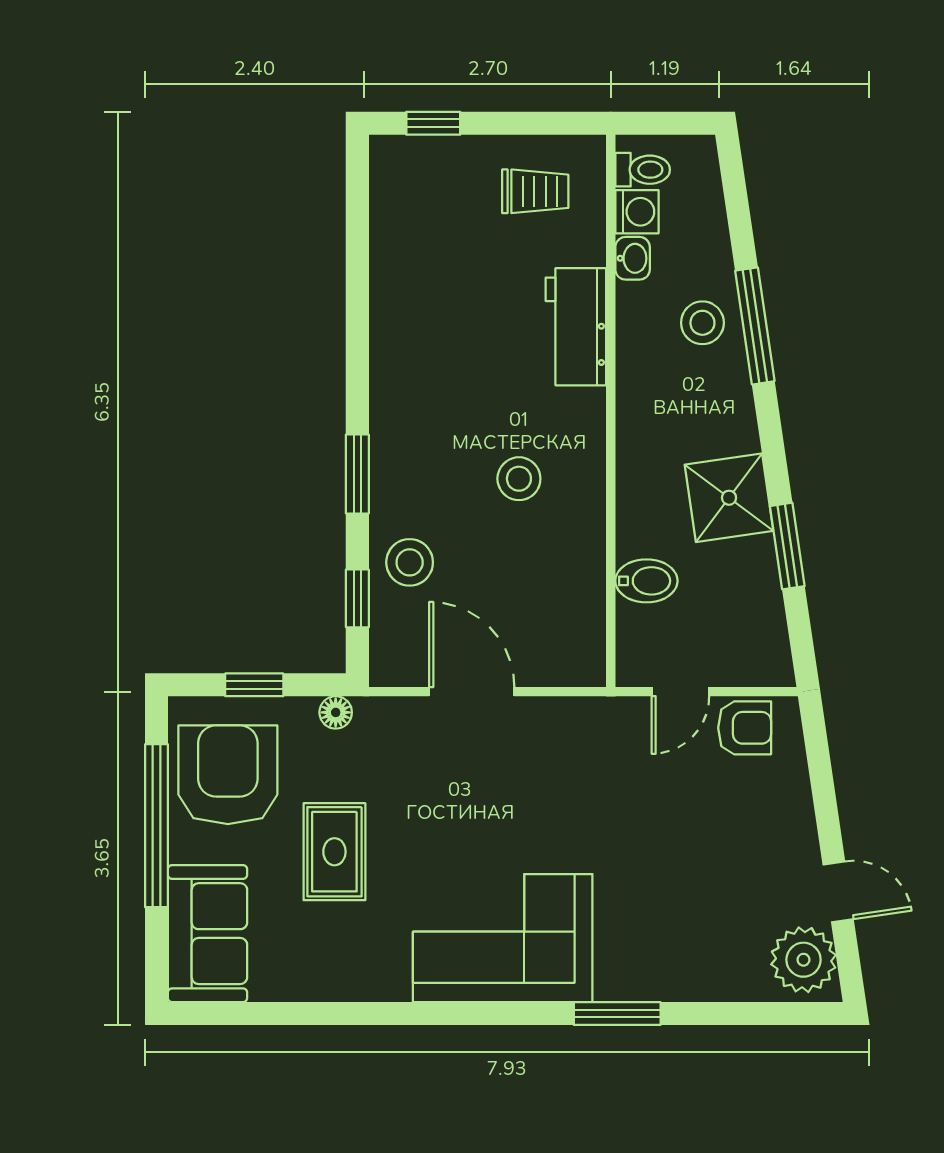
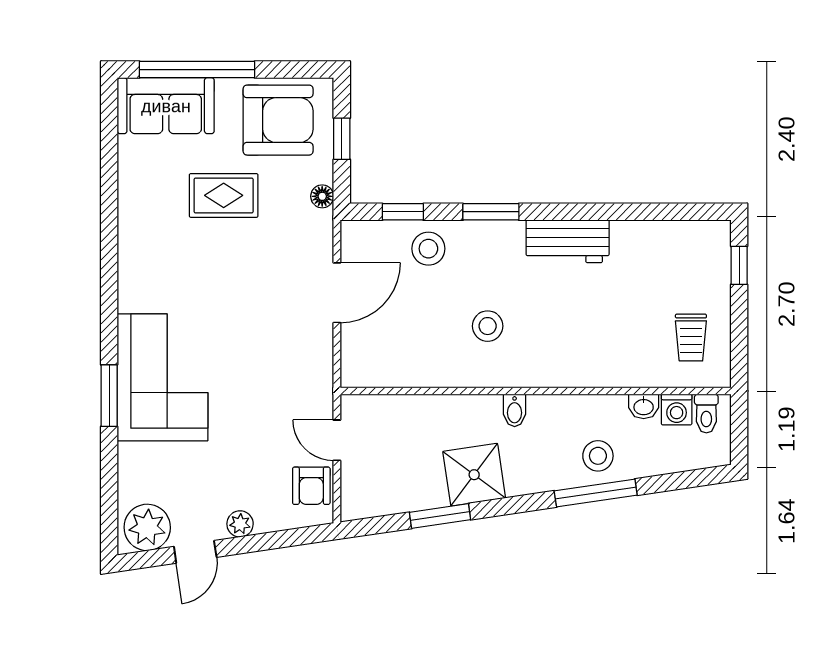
workbench: (576, 327) -> (568, 241), moved, turned 180
bidet: (646, 581) -> (515, 410), moved, width x0.72, depth x0.74
window: (157, 826) -> (197, 70), moved
plant: (799, 829) -> (240, 524), added
corner sofa: (503, 938) -> (163, 377), moved

